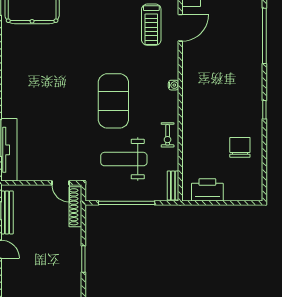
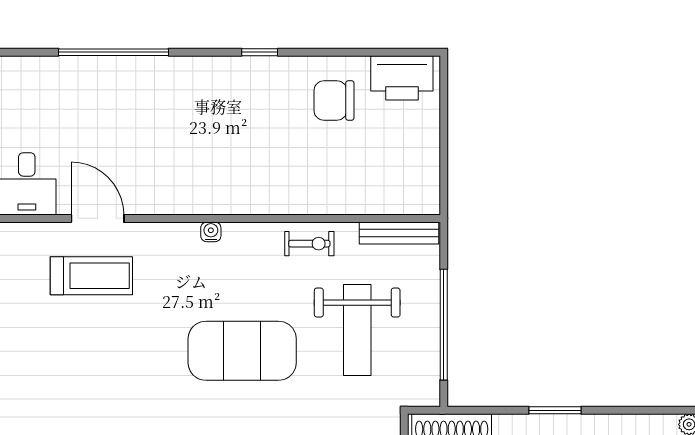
bench: (173, 186) -> (399, 233), width x1.36
printer: (207, 190) -> (402, 78), moved, turned -90

